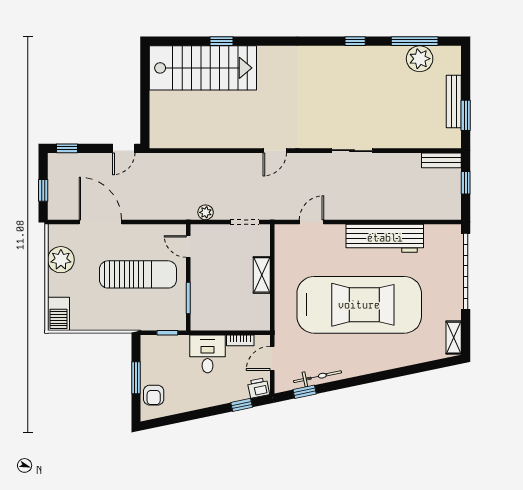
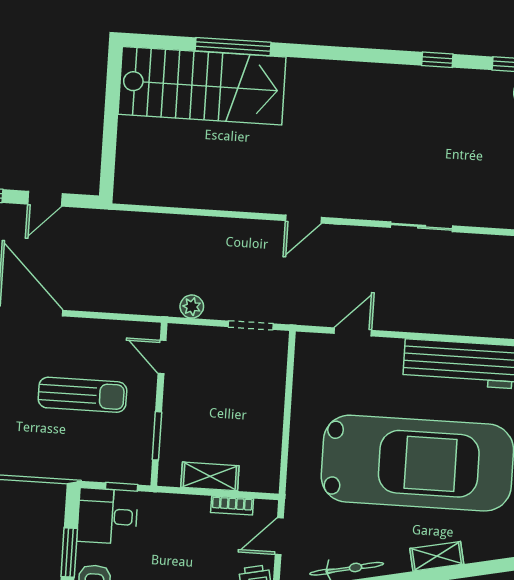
window: (222, 41) -> (233, 47), width x2.17
door: (124, 148) -> (45, 199), moved
sun lounger: (138, 274) -> (82, 395), width x0.73, depth x0.75
shelving: (262, 275) -> (210, 476), moved, turned 90
desk: (208, 354) -> (108, 516), moved, turned -90
shelving: (376, 365) -> (437, 556), added

